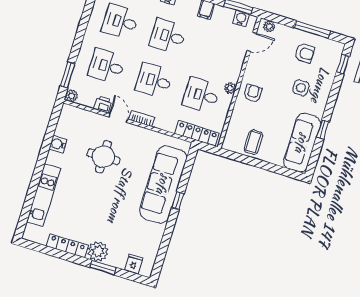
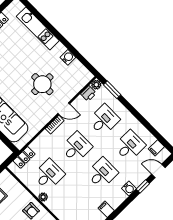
printer: (103, 104) -> (88, 93), moved
locker: (197, 133) -> (24, 157), width x0.66

